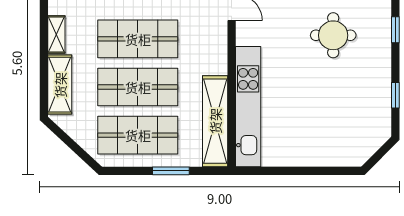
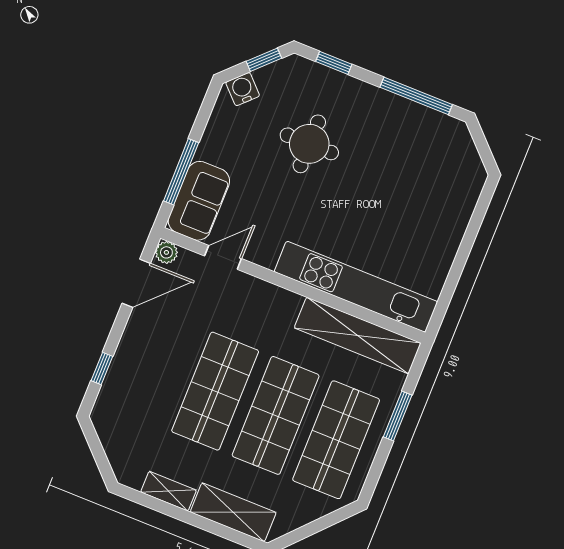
window: (395, 95) -> (416, 96), width x2.17

